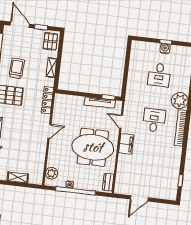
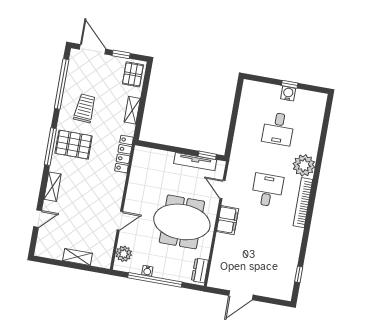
door: (49, 131) -> (120, 221), moved

